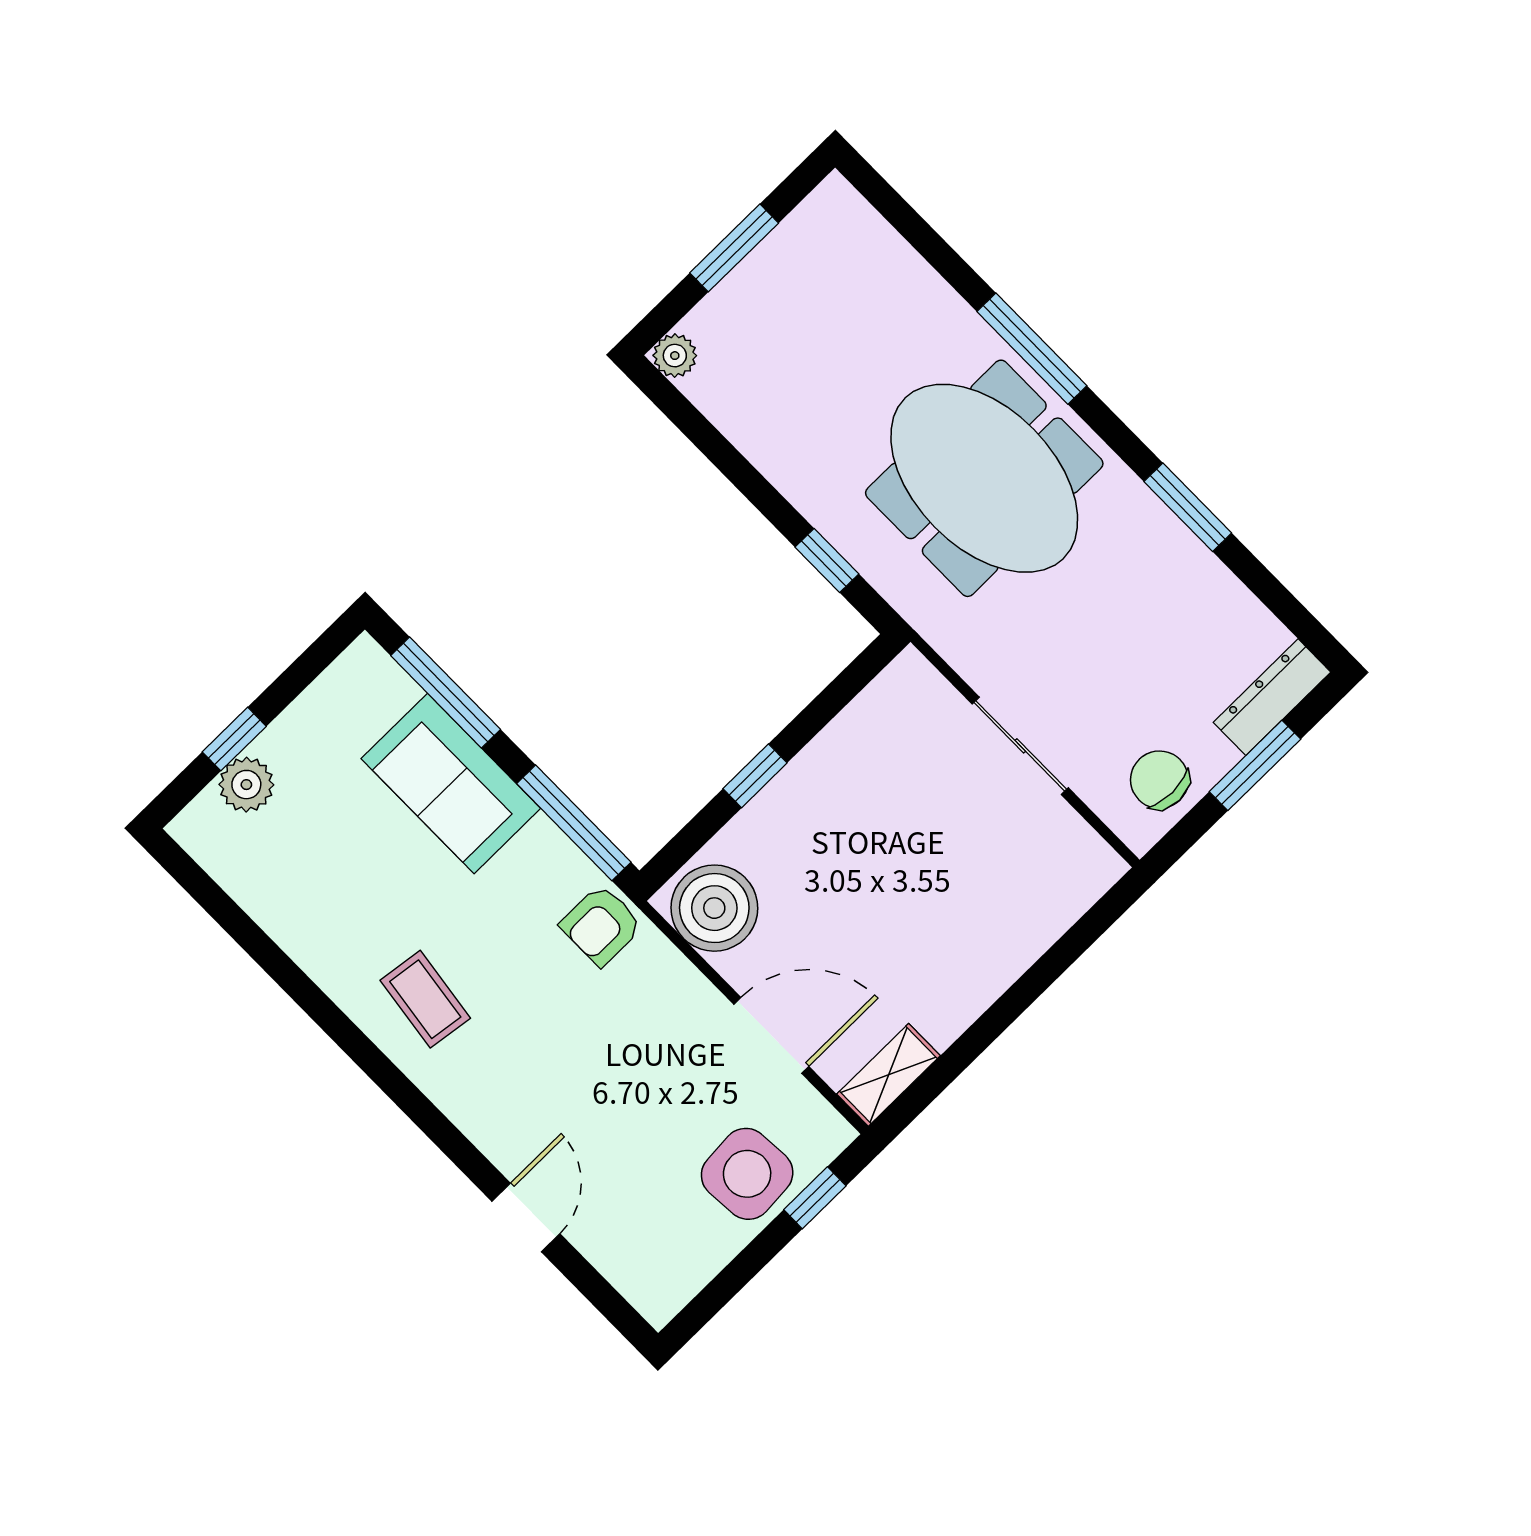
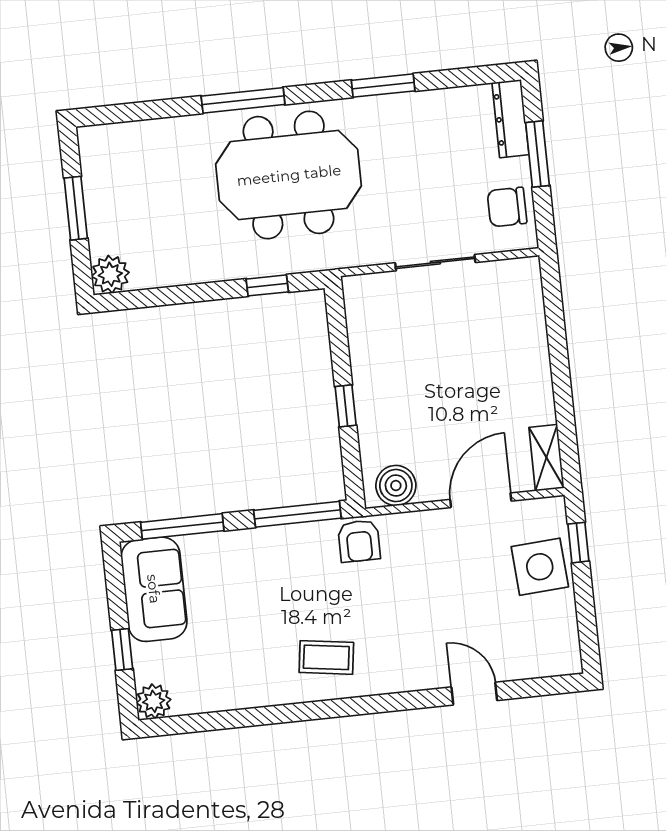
plant: (675, 356) -> (110, 274), width x1.38, depth x1.38
sofa: (451, 784) -> (154, 589), moved, turned -90
plant: (246, 785) -> (154, 701), moved
boiler: (714, 908) -> (396, 486), width x0.73, depth x0.73

